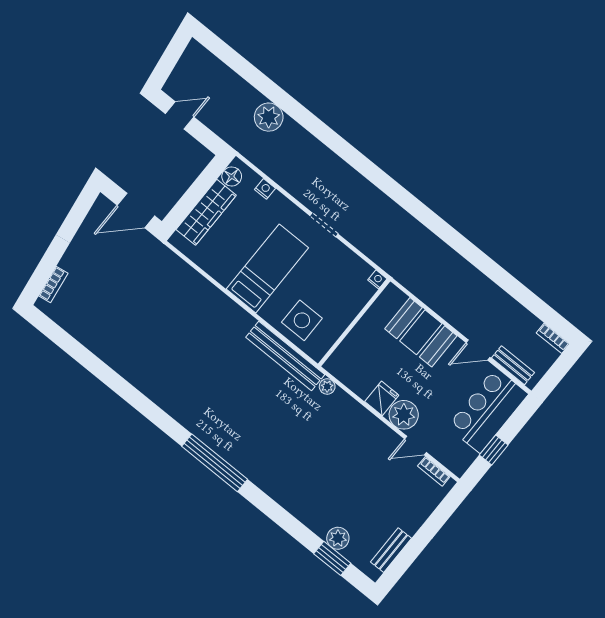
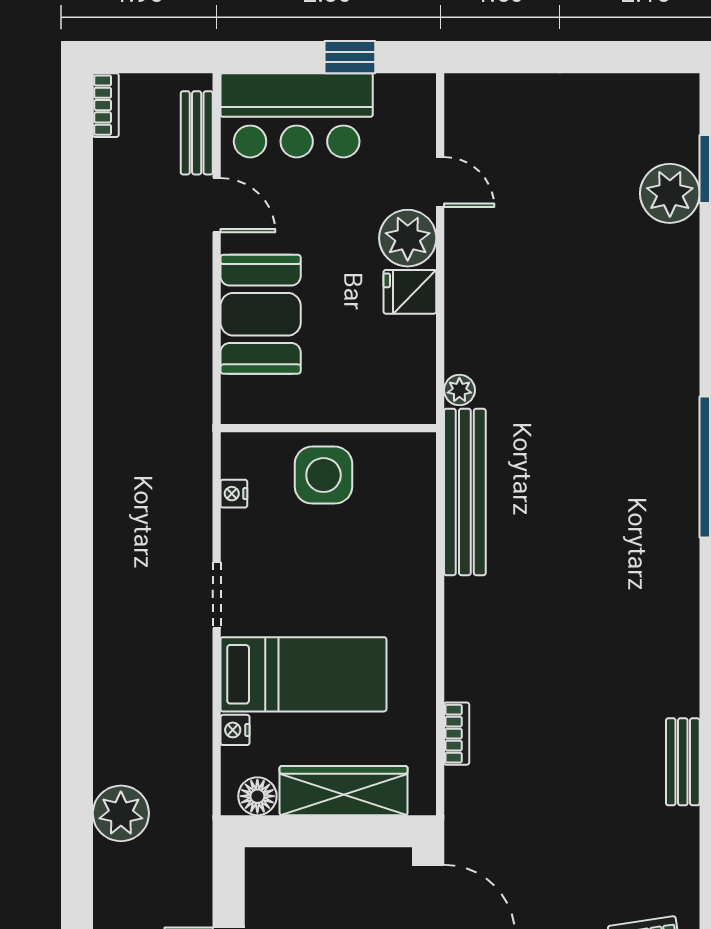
bed: (267, 268) -> (303, 674), moved, turned 180
nightstand: (377, 279) -> (234, 494), moved
side table: (302, 320) -> (323, 475), moved
bookcase: (434, 471) -> (457, 734), moved
plant: (338, 538) -> (670, 193), width x1.36, depth x1.36
bench: (391, 550) -> (683, 762), moved, turned 90

